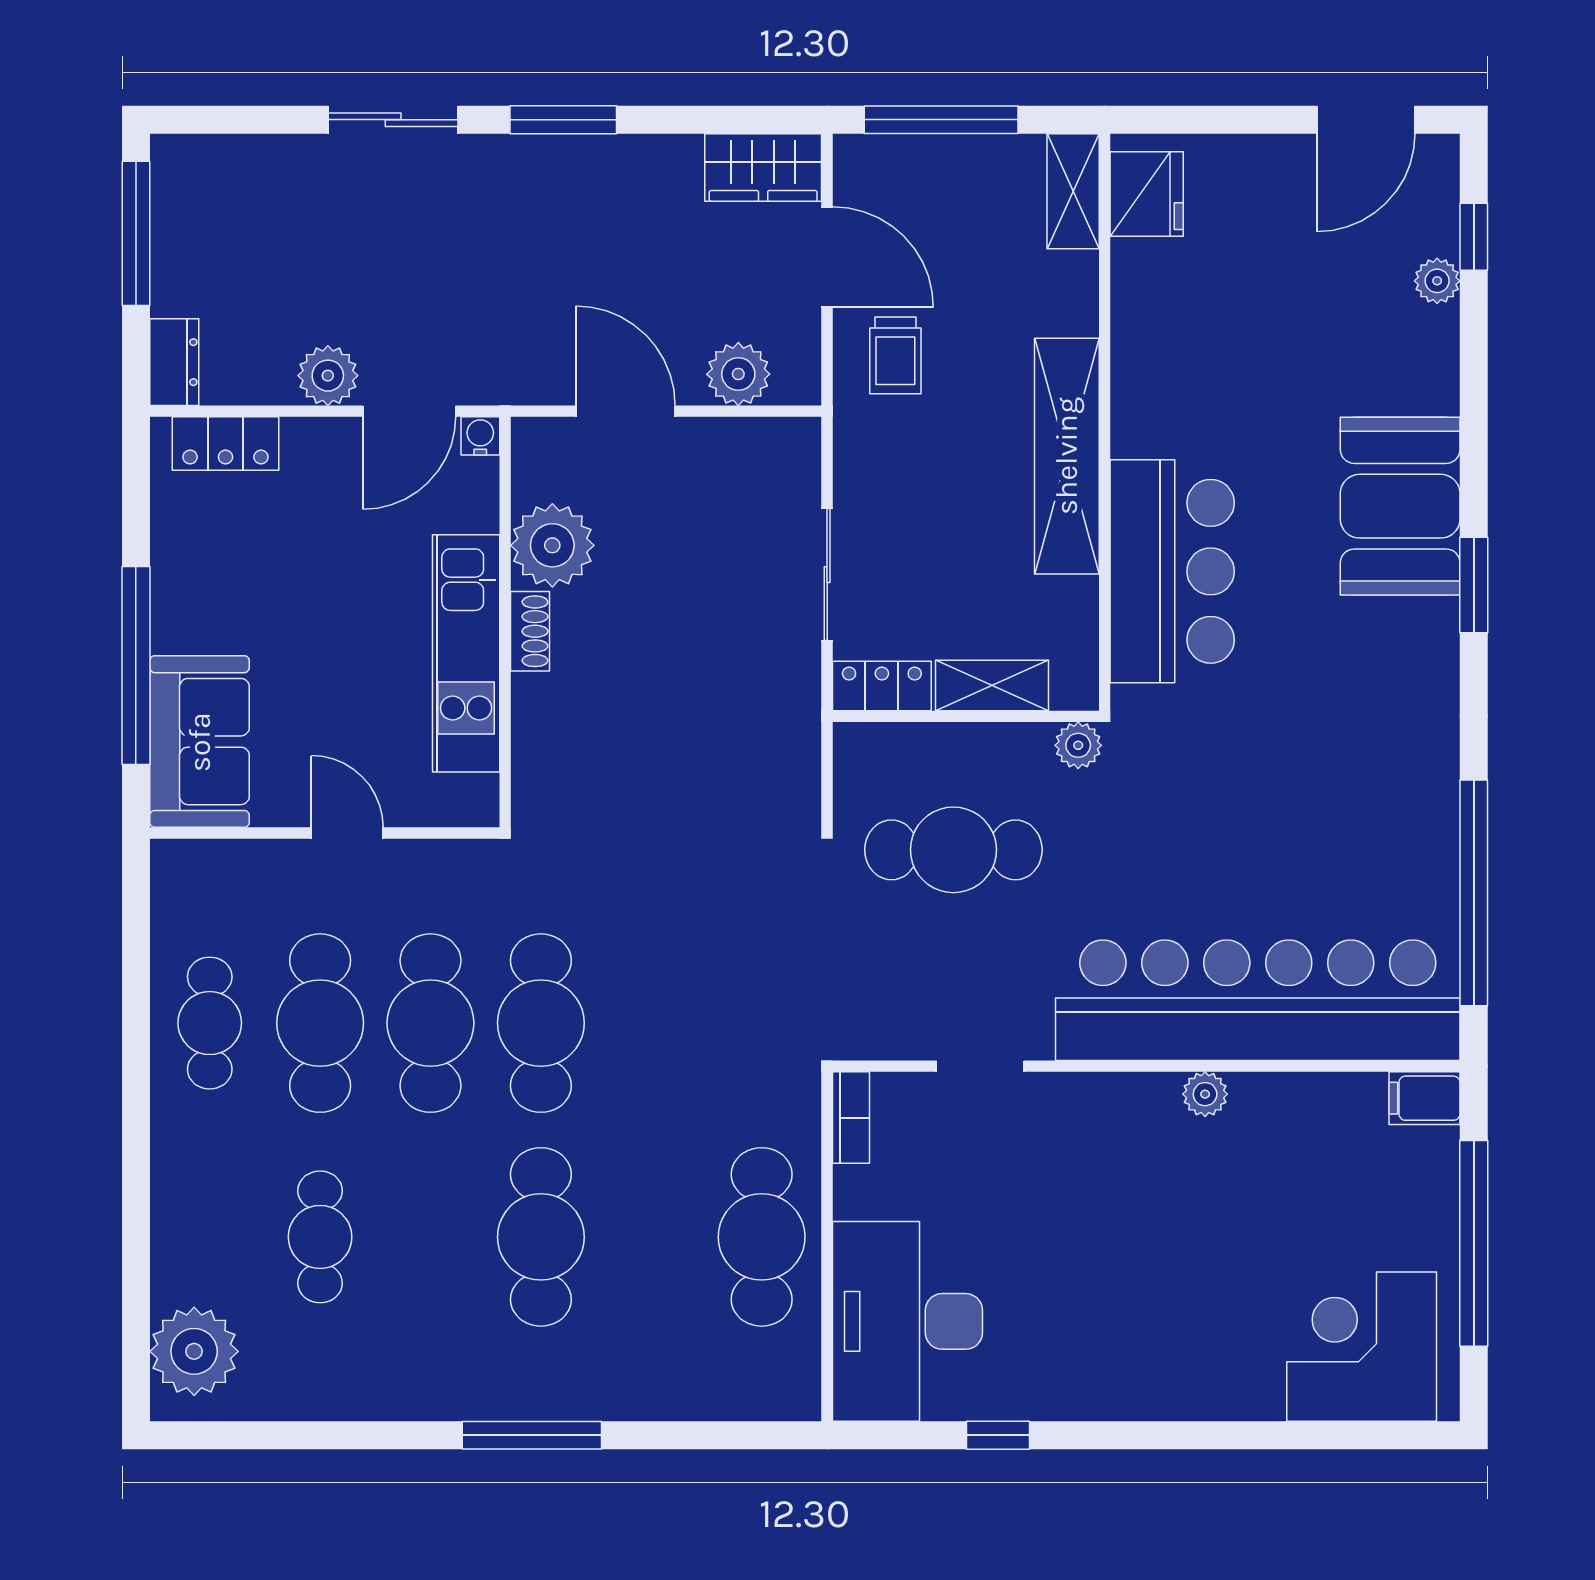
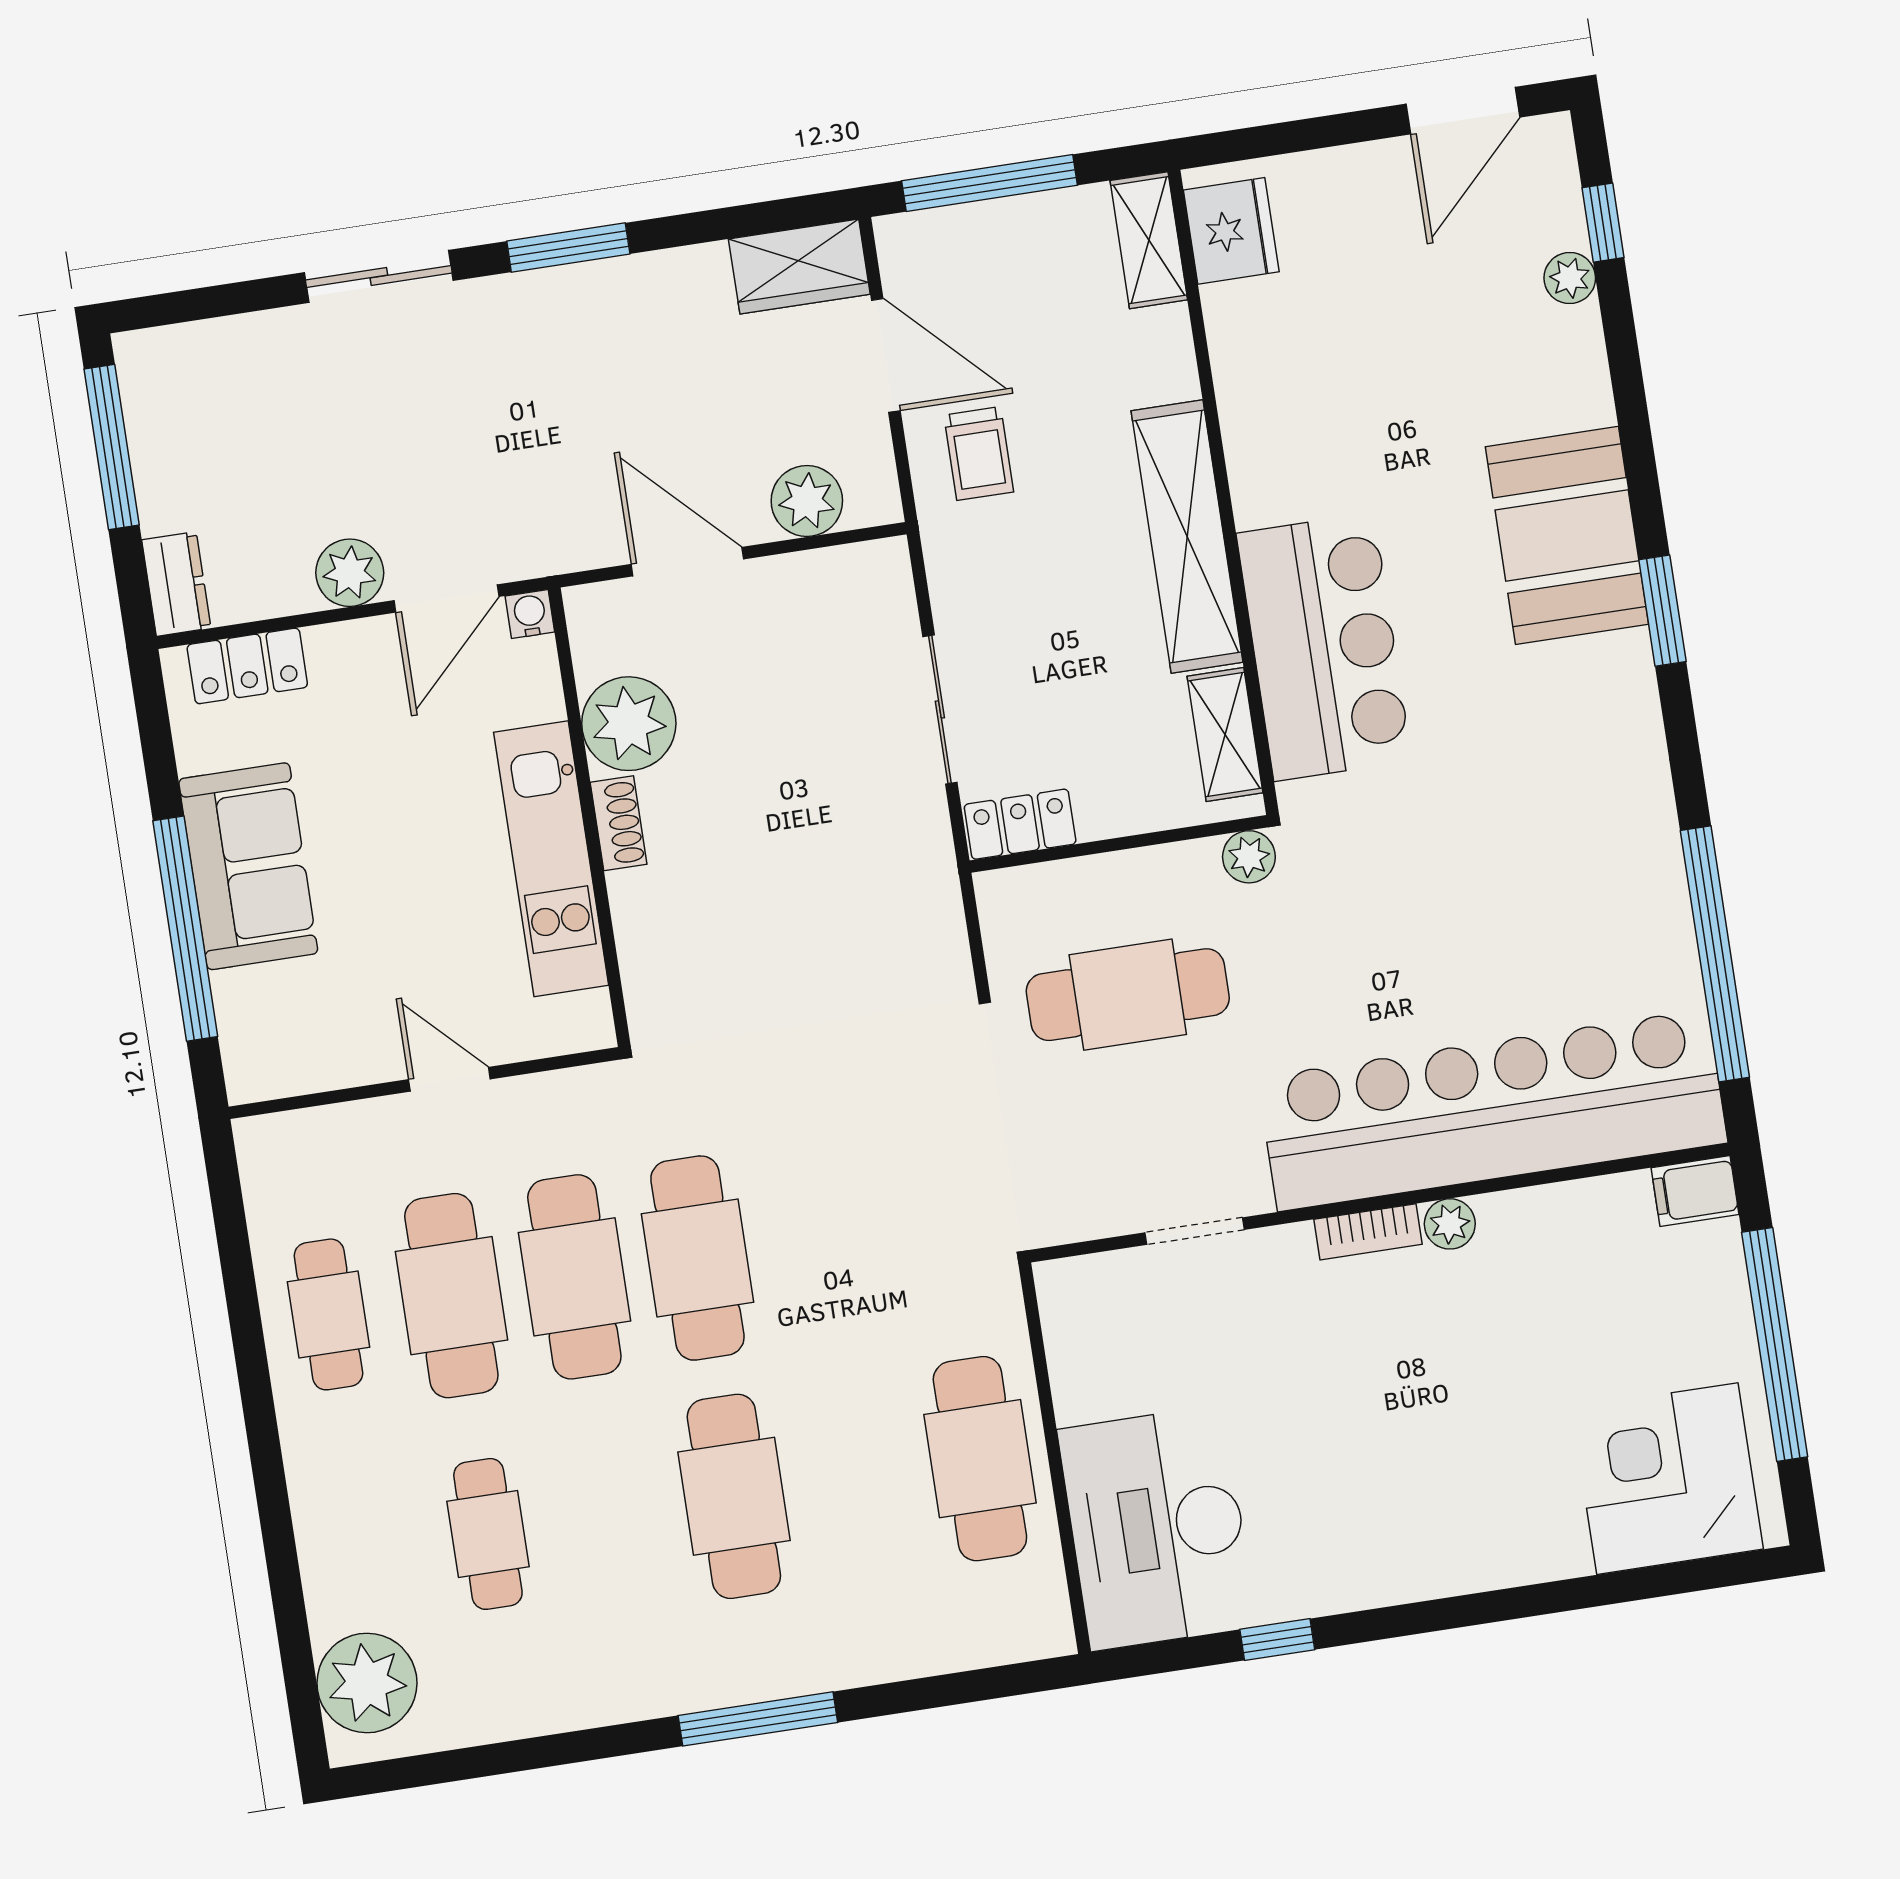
shelving: (992, 686) -> (1225, 735), moved, turned 90
sofa: (200, 742) -> (248, 866), moved
bookcase: (851, 1118) -> (1368, 1232), moved, turned 90

